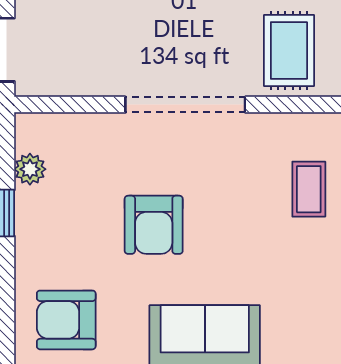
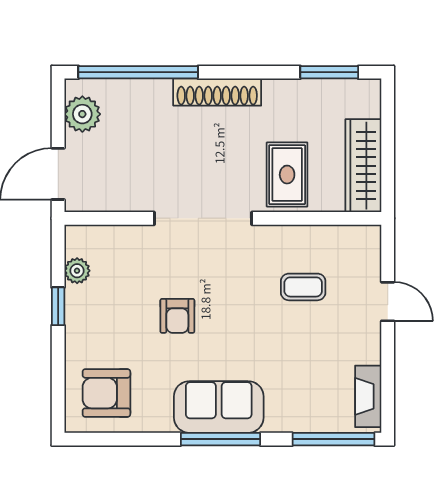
coffee table: (309, 189) -> (303, 287), turned 90
armchair: (154, 225) -> (177, 316), width x0.72, depth x0.72

